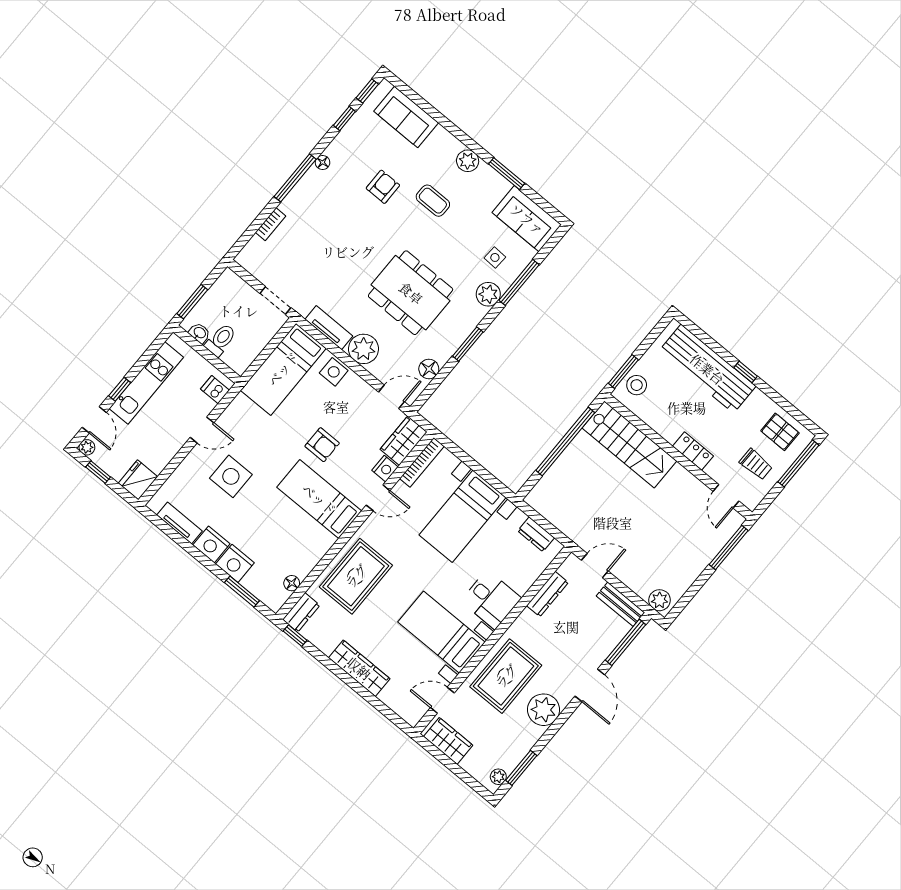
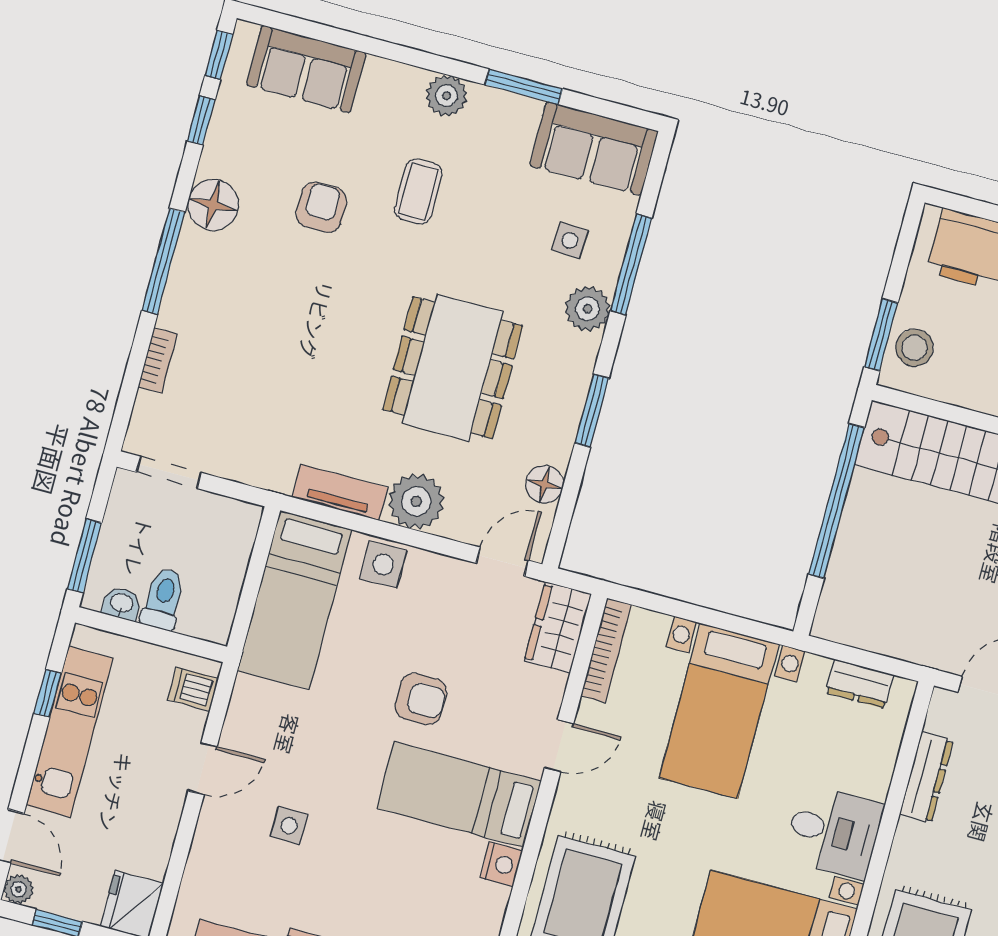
floor lamp: (323, 162) -> (213, 205), width x1.89, depth x1.89
coffee table: (433, 201) -> (418, 192), turned 90
dining table: (411, 293) -> (453, 368), turned 90
doorway: (275, 301) -> (169, 472), moved
window: (120, 389) -> (48, 693), moved
nightstand: (385, 469) -> (501, 864), moved
side table: (231, 476) -> (289, 825), width x0.54, depth x0.54

